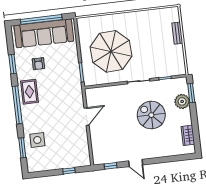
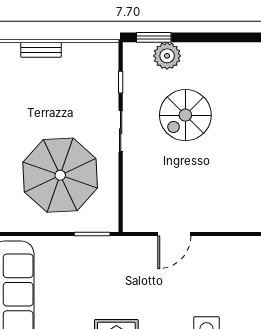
armchair: (38, 64) -> (67, 311), removed
door: (87, 117) -> (174, 234), swing flipped
wardrobe: (188, 135) -> (230, 53), removed

